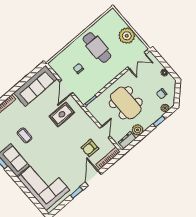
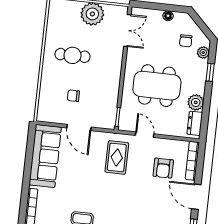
cafe table: (97, 47) -> (72, 55), width x0.73, depth x0.74
rug: (62, 114) -> (117, 157), moved
door: (105, 132) -> (145, 135), moved

